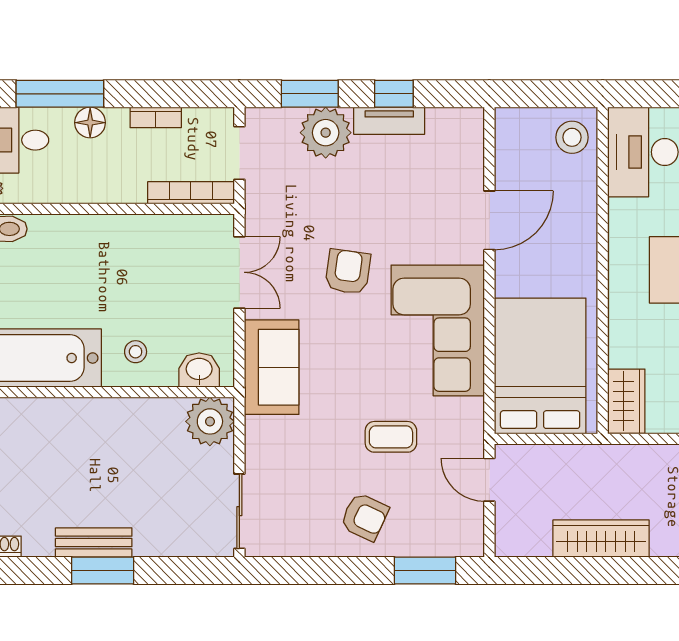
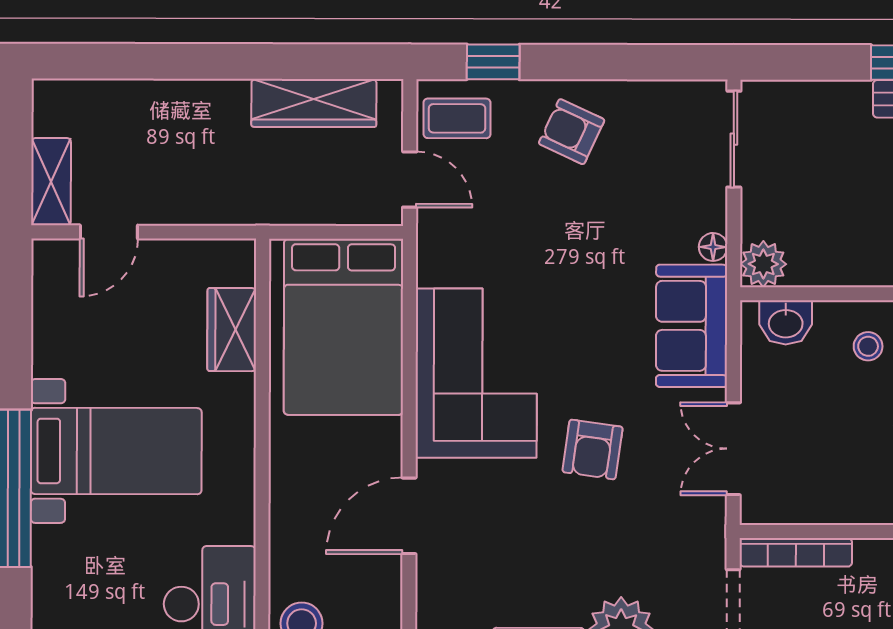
wardrobe: (626, 401) -> (232, 330), moved
plant: (210, 421) -> (763, 264), width x0.73, depth x0.73
floor lamp: (255, 428) -> (713, 247), added
coffee table: (391, 437) -> (457, 118), moved
wardrobe: (601, 539) -> (314, 103), moved
window: (425, 570) -> (493, 62), width x0.67

